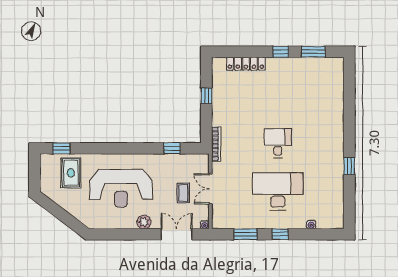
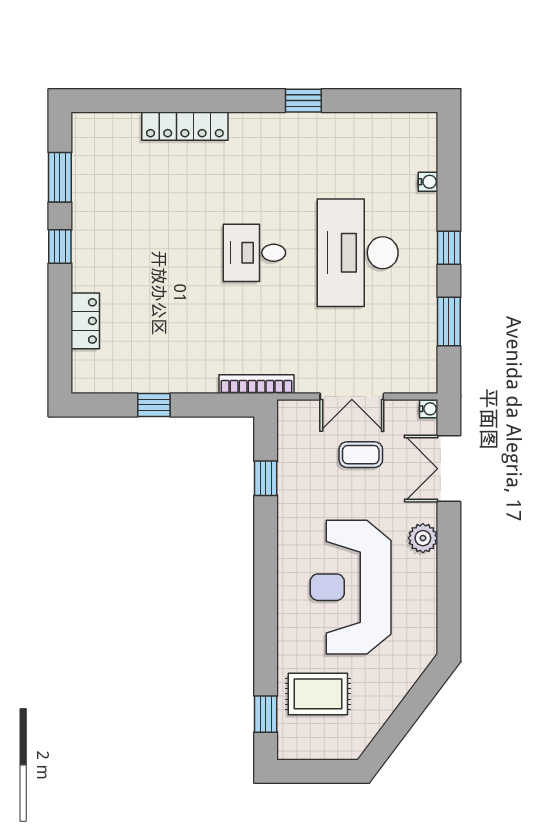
locker: (246, 64) -> (85, 321), width x0.66
locker: (337, 110) -> (185, 126), added
reception desk: (121, 188) -> (351, 587), turned 180

